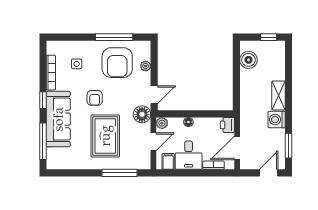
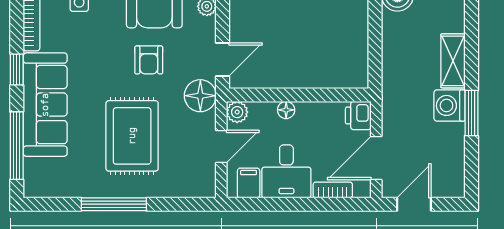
armchair: (95, 98) -> (149, 60), moved
window: (289, 146) -> (472, 113), moved
window: (119, 173) -> (114, 204), moved
door: (269, 173) -> (414, 204), moved

